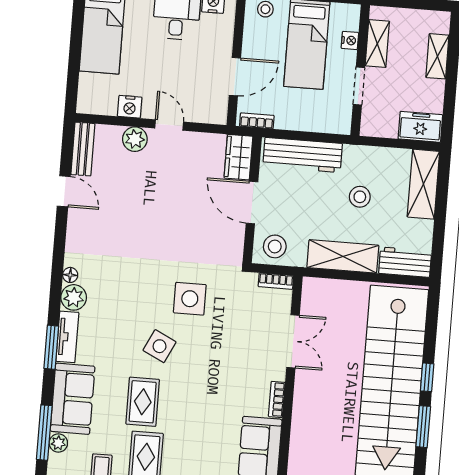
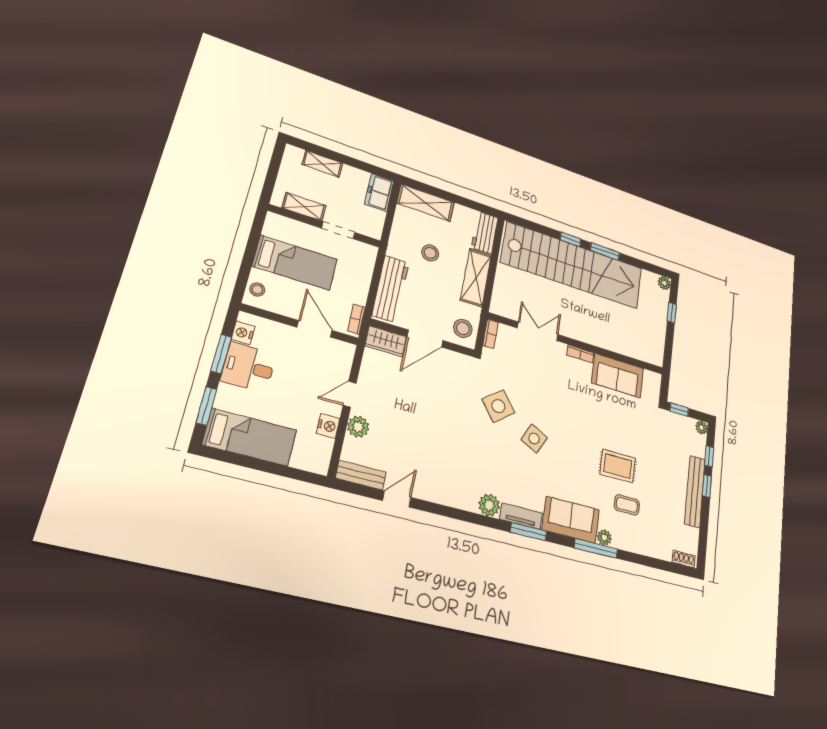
nightstand: (350, 40) -> (298, 227), removed
floor lamp: (70, 275) -> (470, 505), removed
side table: (190, 299) -> (498, 406), turned -38
rug: (143, 402) -> (576, 461), removed

